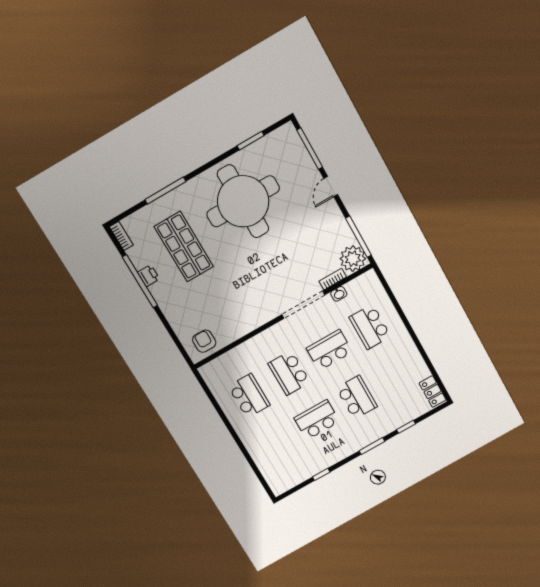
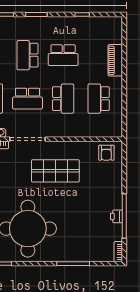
shop shelf: (184, 247) -> (55, 171), moved, turned 90
piano: (255, 447) -> (115, 60), added

